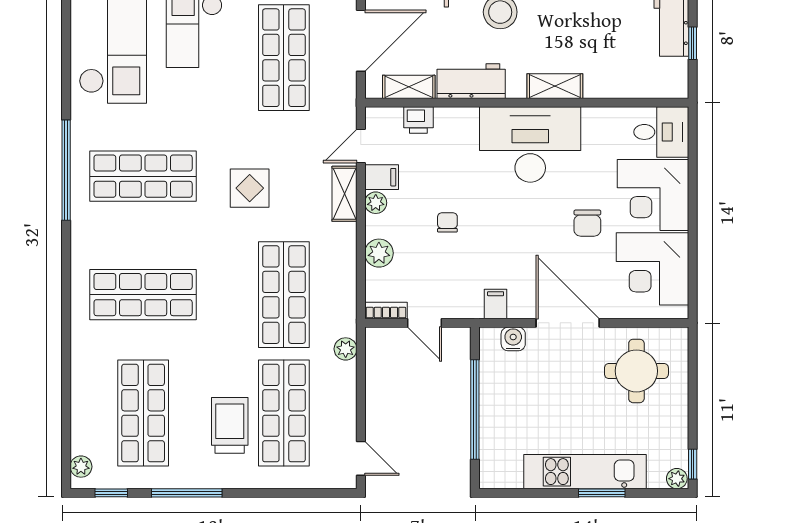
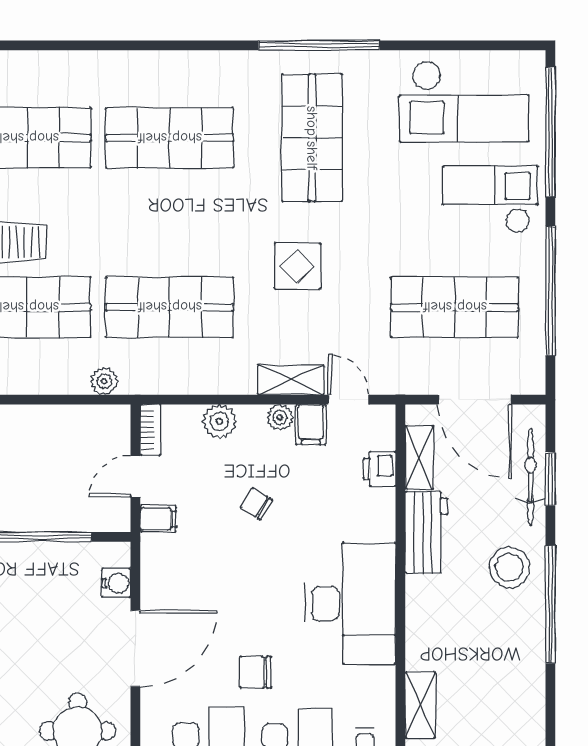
shelving: (555, 86) -> (420, 705), moved
chair: (447, 222) -> (256, 504), turned -149
shop shelf: (143, 295) -> (170, 138), turned 90
filing cabinet: (496, 304) -> (158, 519), moved

